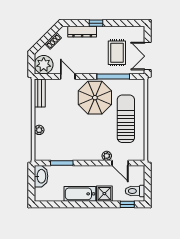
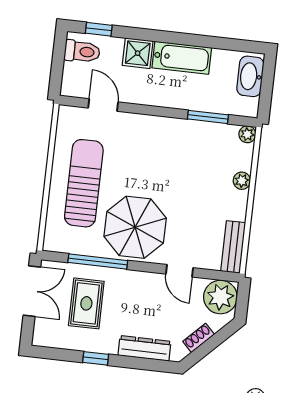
window: (96, 23) -> (96, 358), moved
sun lounger: (126, 119) -> (84, 183), turned 180
plant: (107, 156) -> (247, 134), moved
washbasin: (41, 176) -> (250, 76), moved

